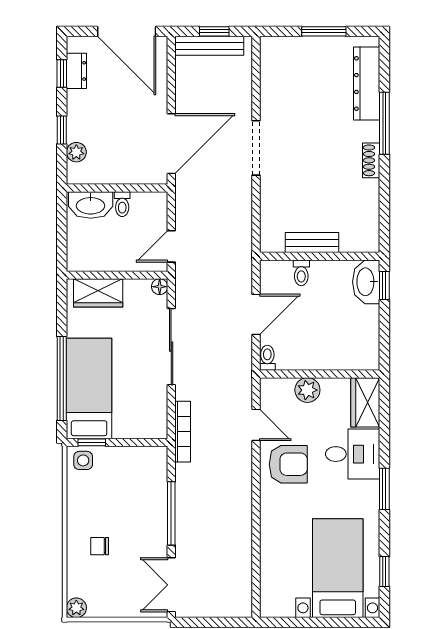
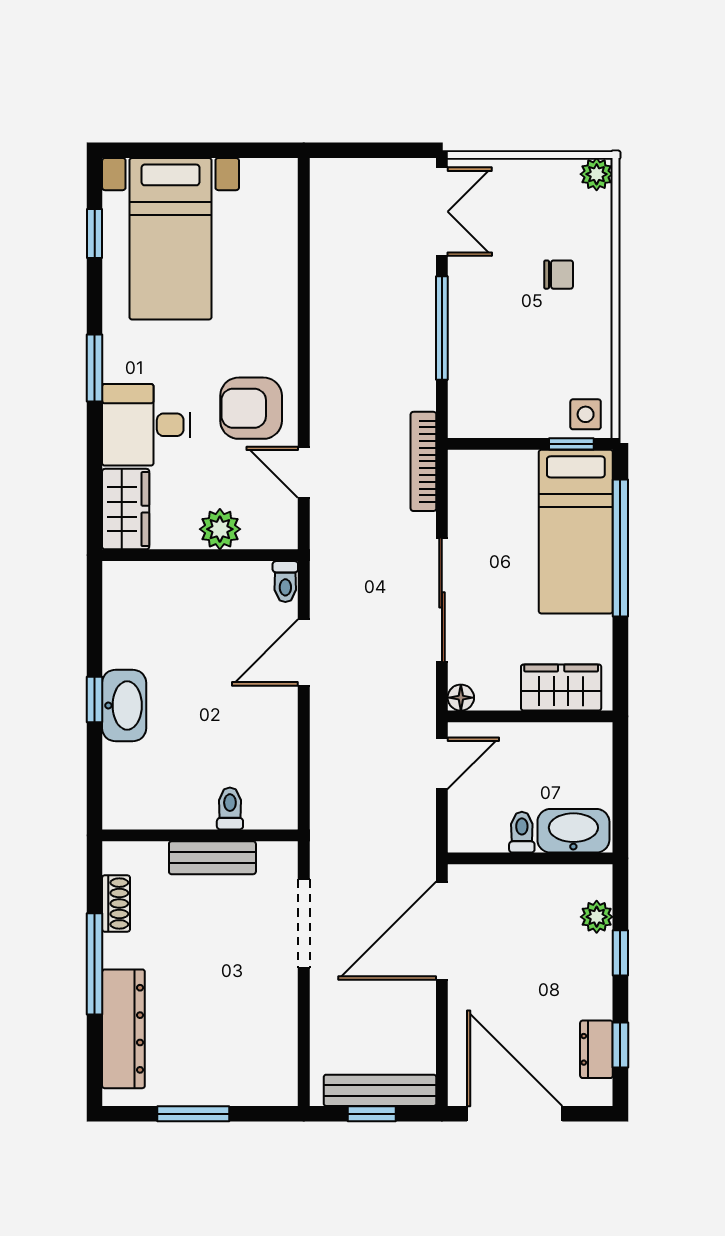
bench: (312, 243) -> (212, 858), moved
wall: (320, 256) -> (200, 835), moved
toilet: (301, 273) -> (230, 809), moved

